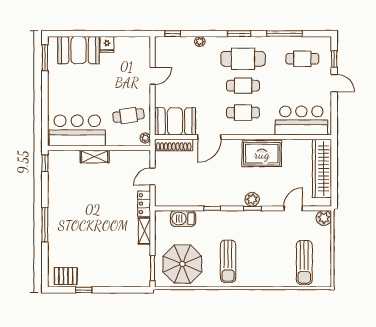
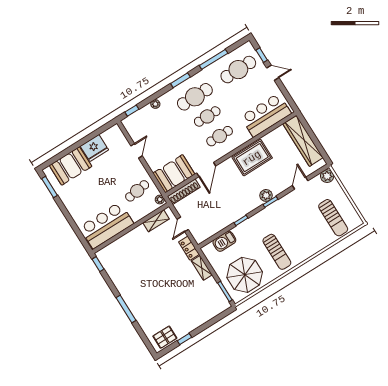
fridge: (107, 44) -> (94, 148), width x1.88, depth x1.34
cafe table: (302, 59) -> (238, 70), width x1.37, depth x1.35
shelving: (95, 157) -> (156, 221), moved

